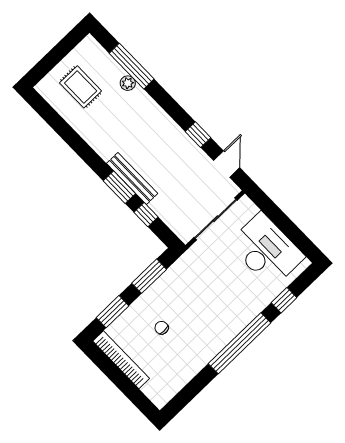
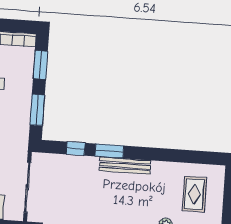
rug: (81, 87) -> (194, 194), turned 90
bench: (132, 178) -> (125, 166), moved

